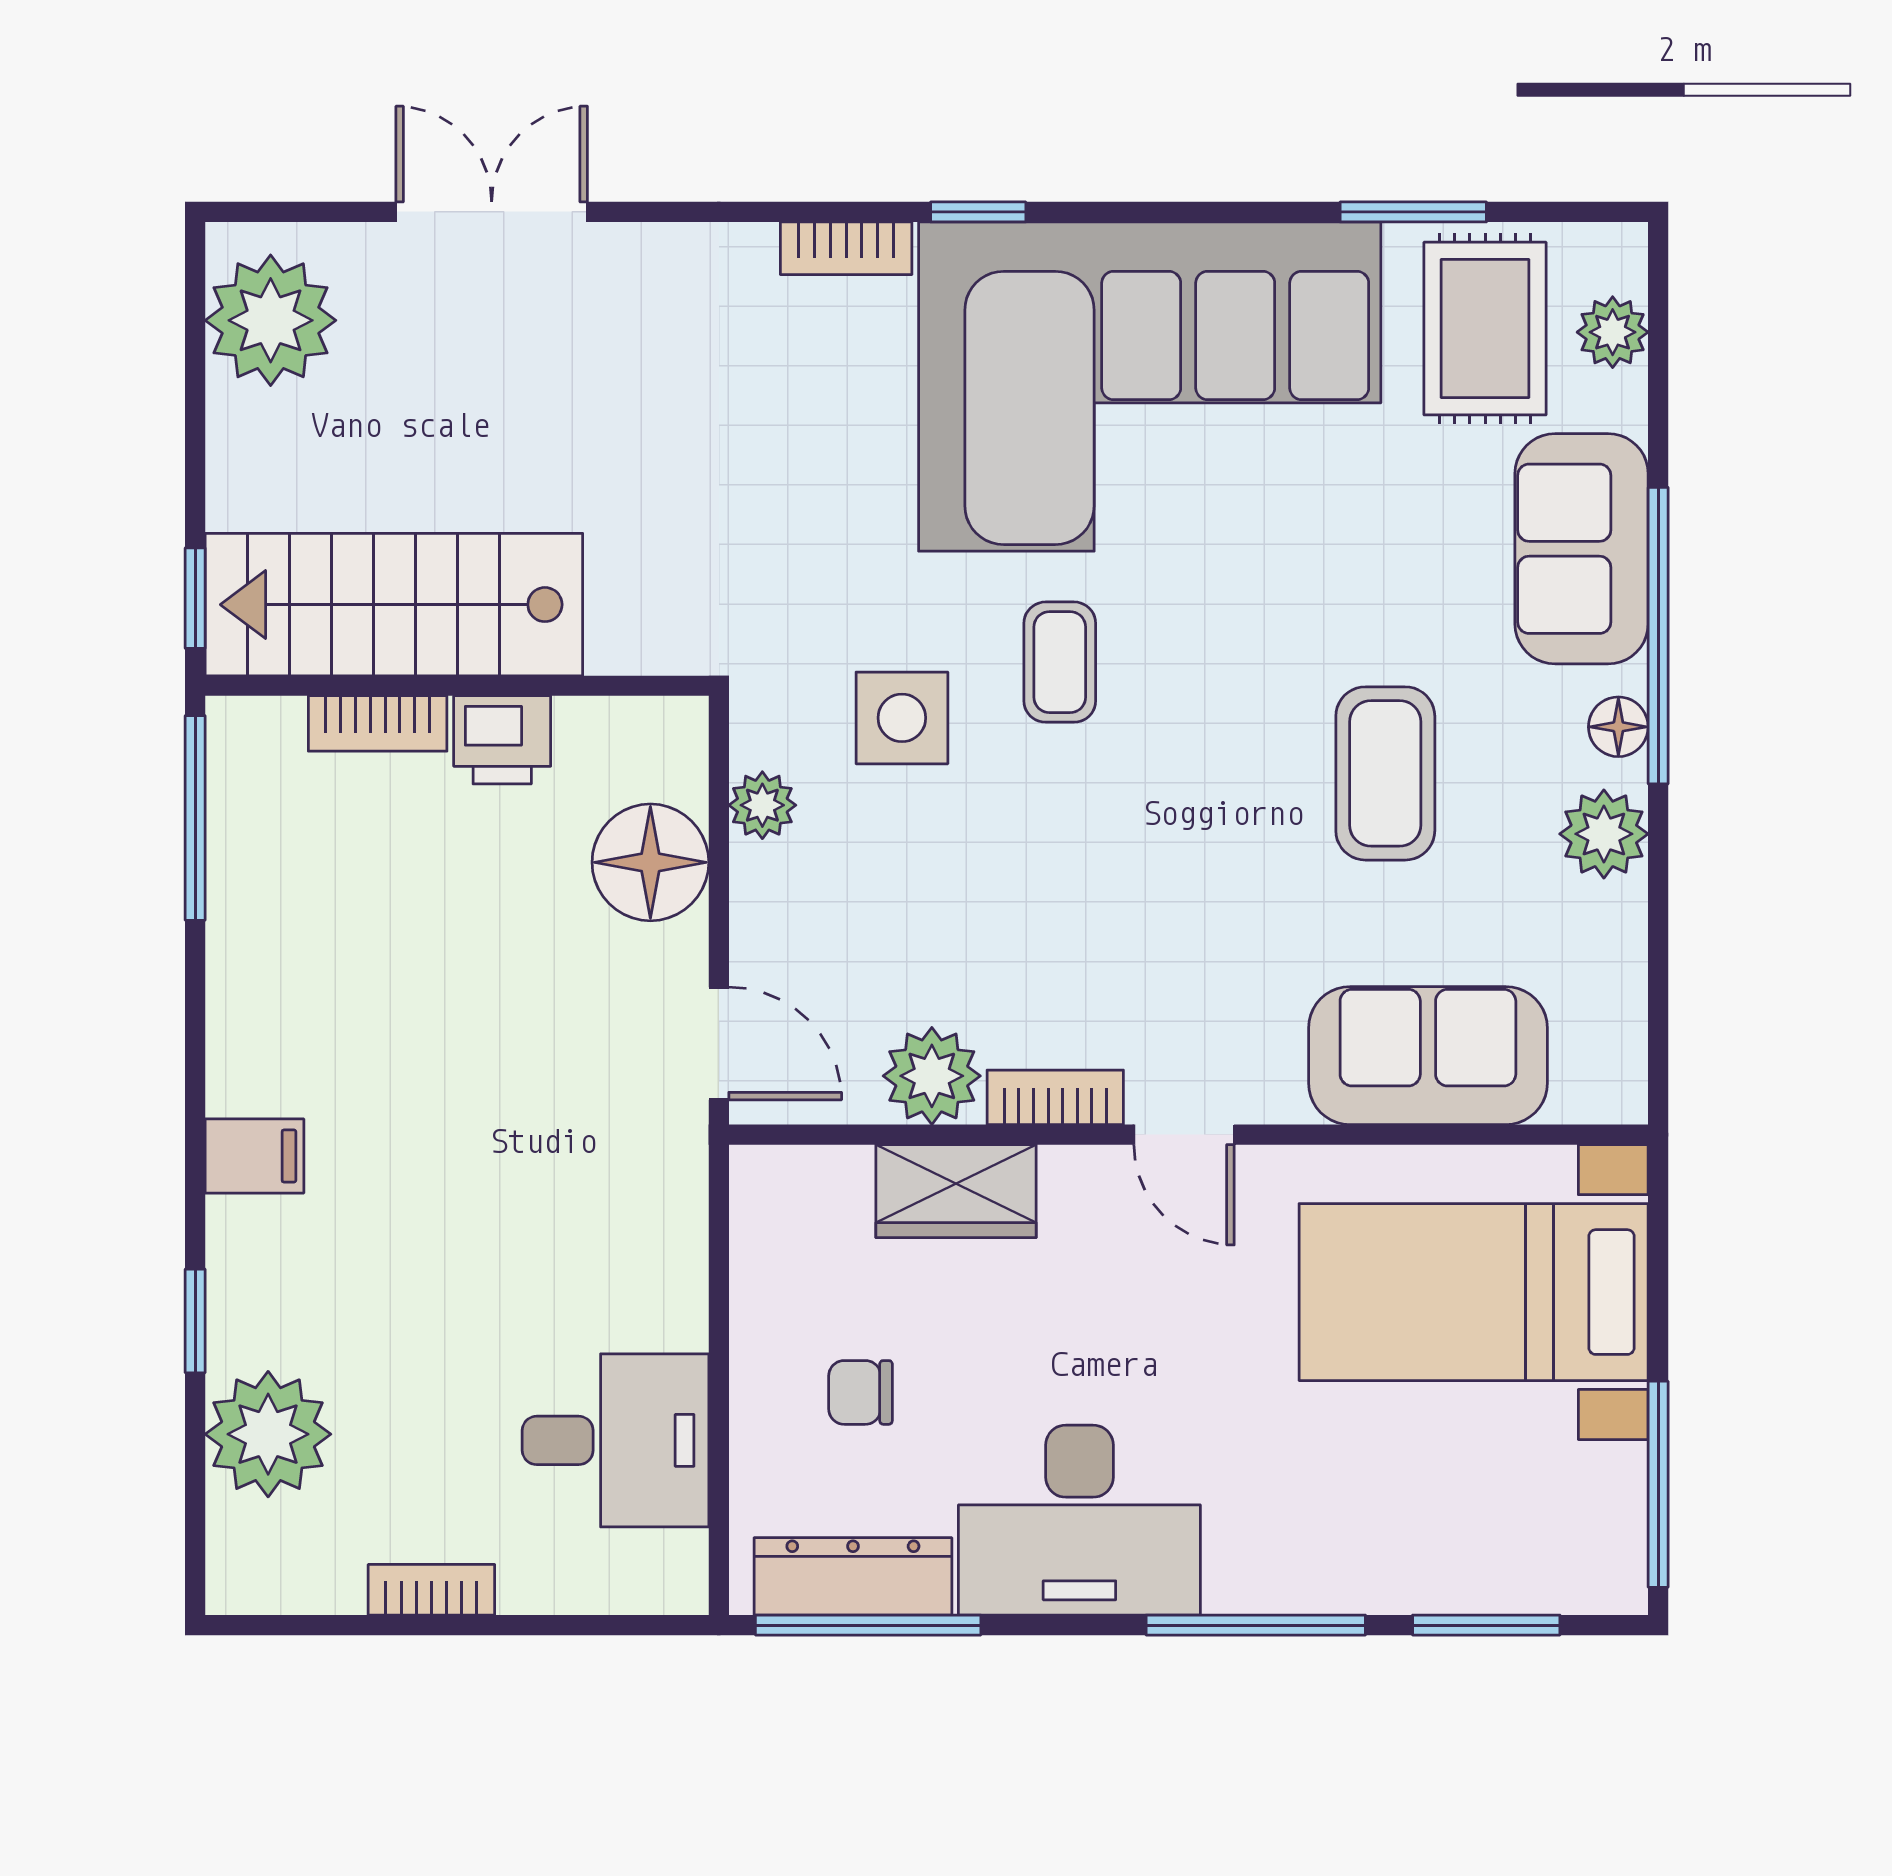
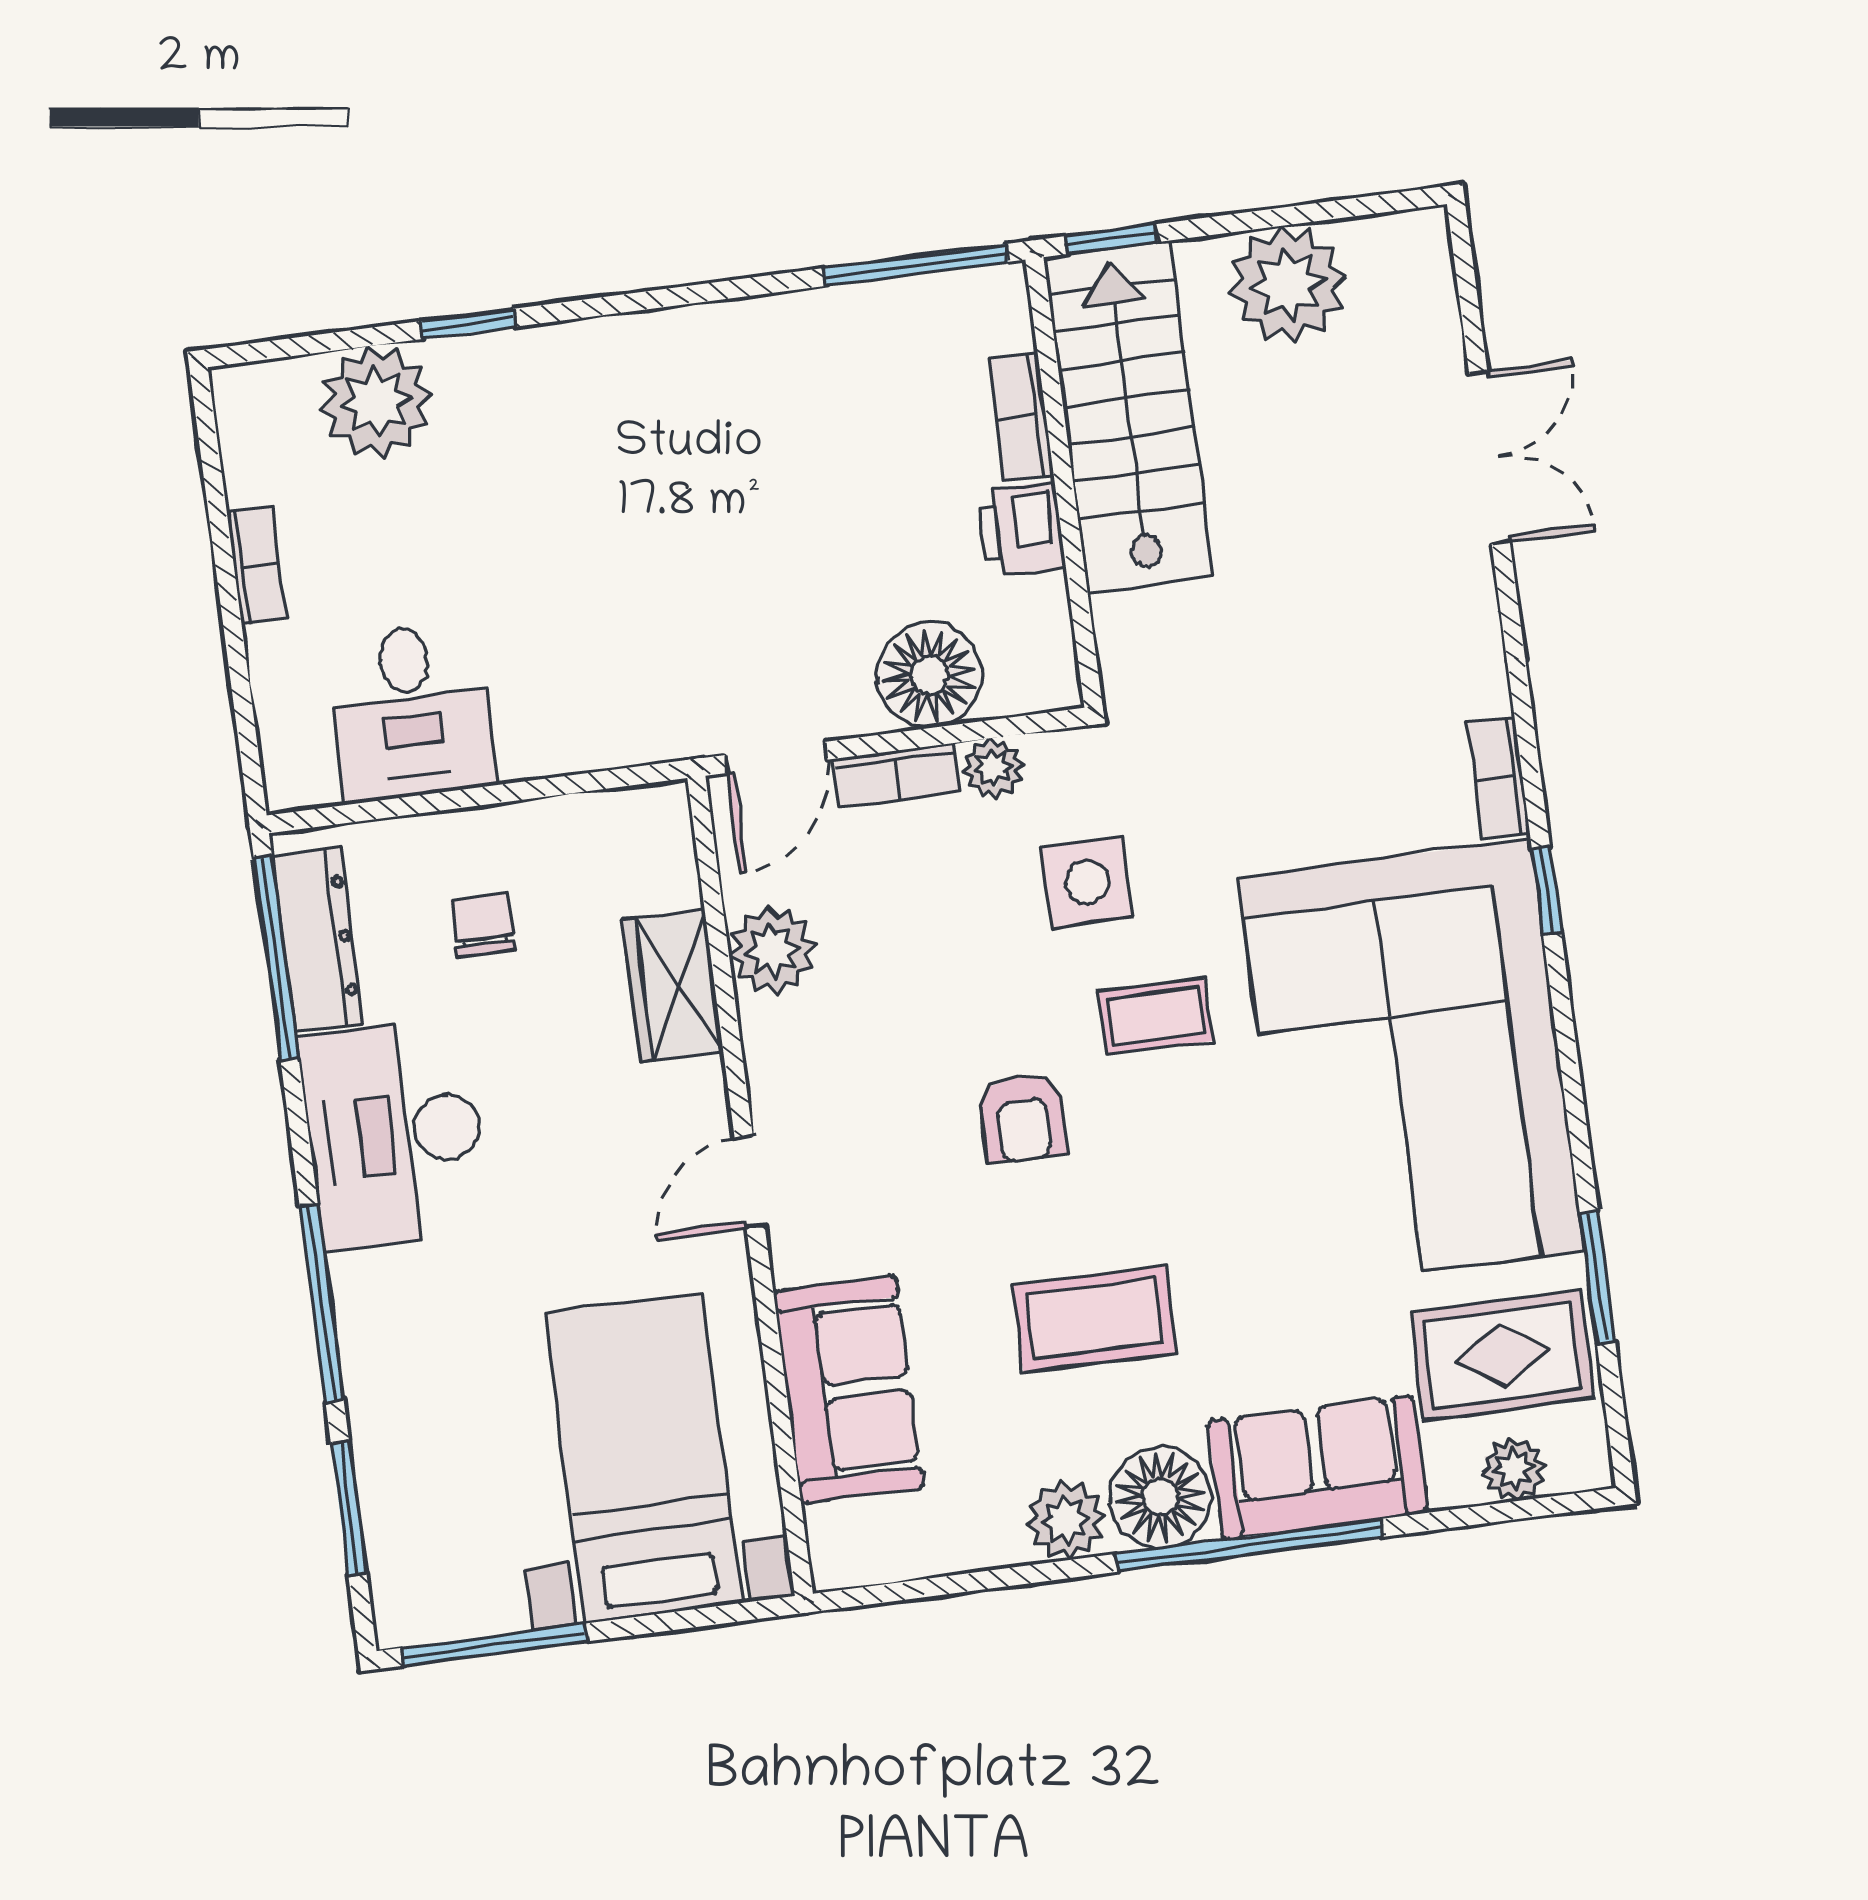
plant: (271, 320) -> (1288, 284), moved
floor lamp: (1618, 727) -> (1160, 1497), width x1.89, depth x1.89
armchair: (1154, 824) -> (1023, 1118), added
bookcase: (1055, 1097) -> (896, 775), moved, turned 90
filing cabinet: (254, 1156) -> (622, 357), removed

